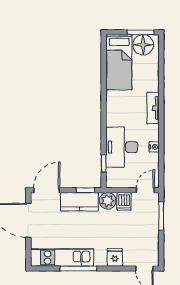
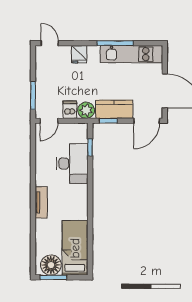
nightstand: (154, 147) -> (40, 164), removed

